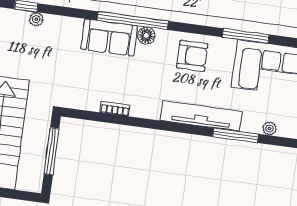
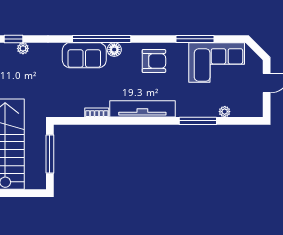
tv unit: (201, 116) -> (142, 109), moved

